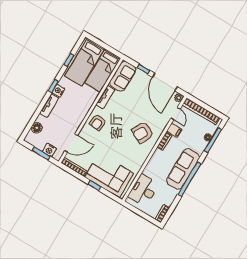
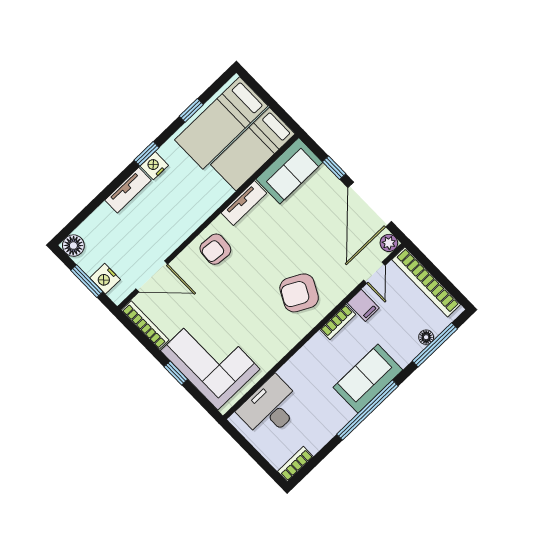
floor lamp: (37, 128) -> (73, 246), moved
sofa: (183, 169) -> (368, 379), width x0.73

